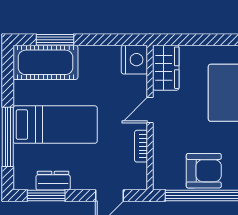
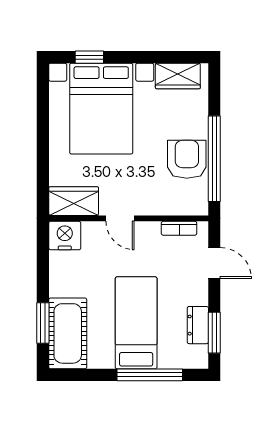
bookcase: (141, 146) -> (179, 228), moved

